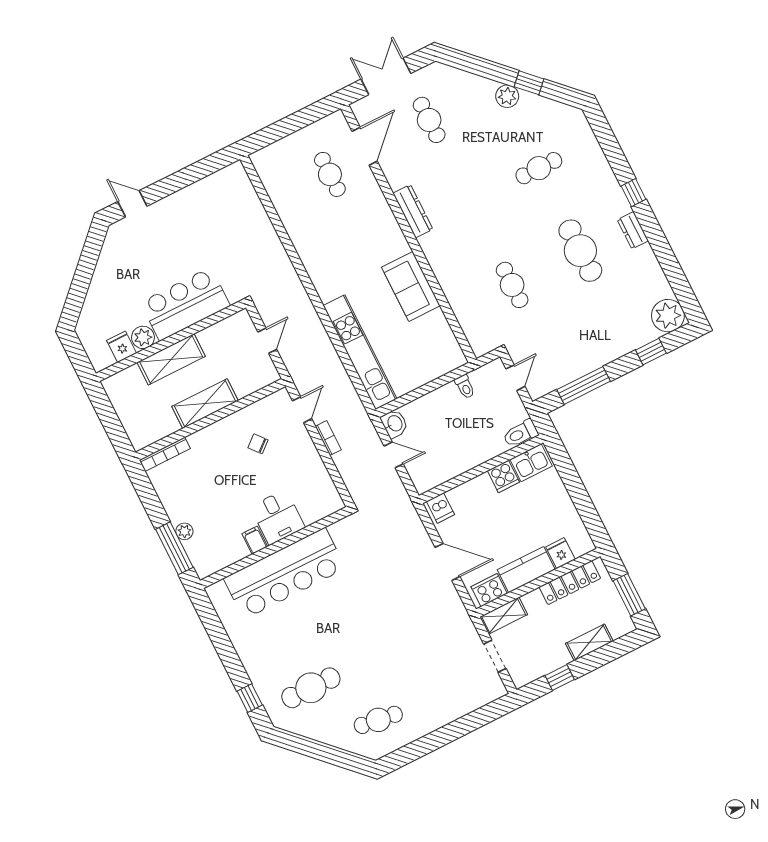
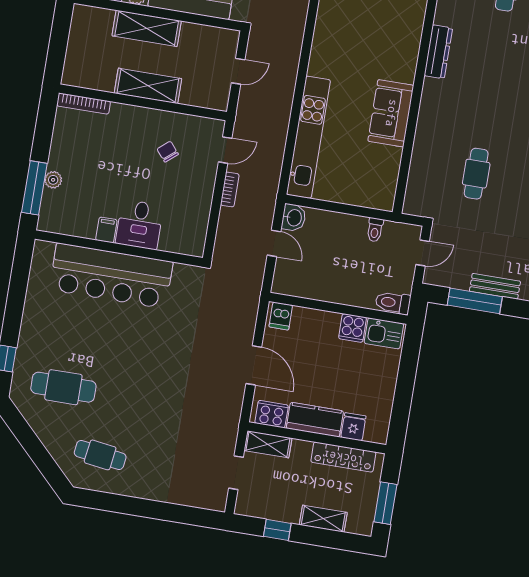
bench: (591, 362) -> (495, 286), added

